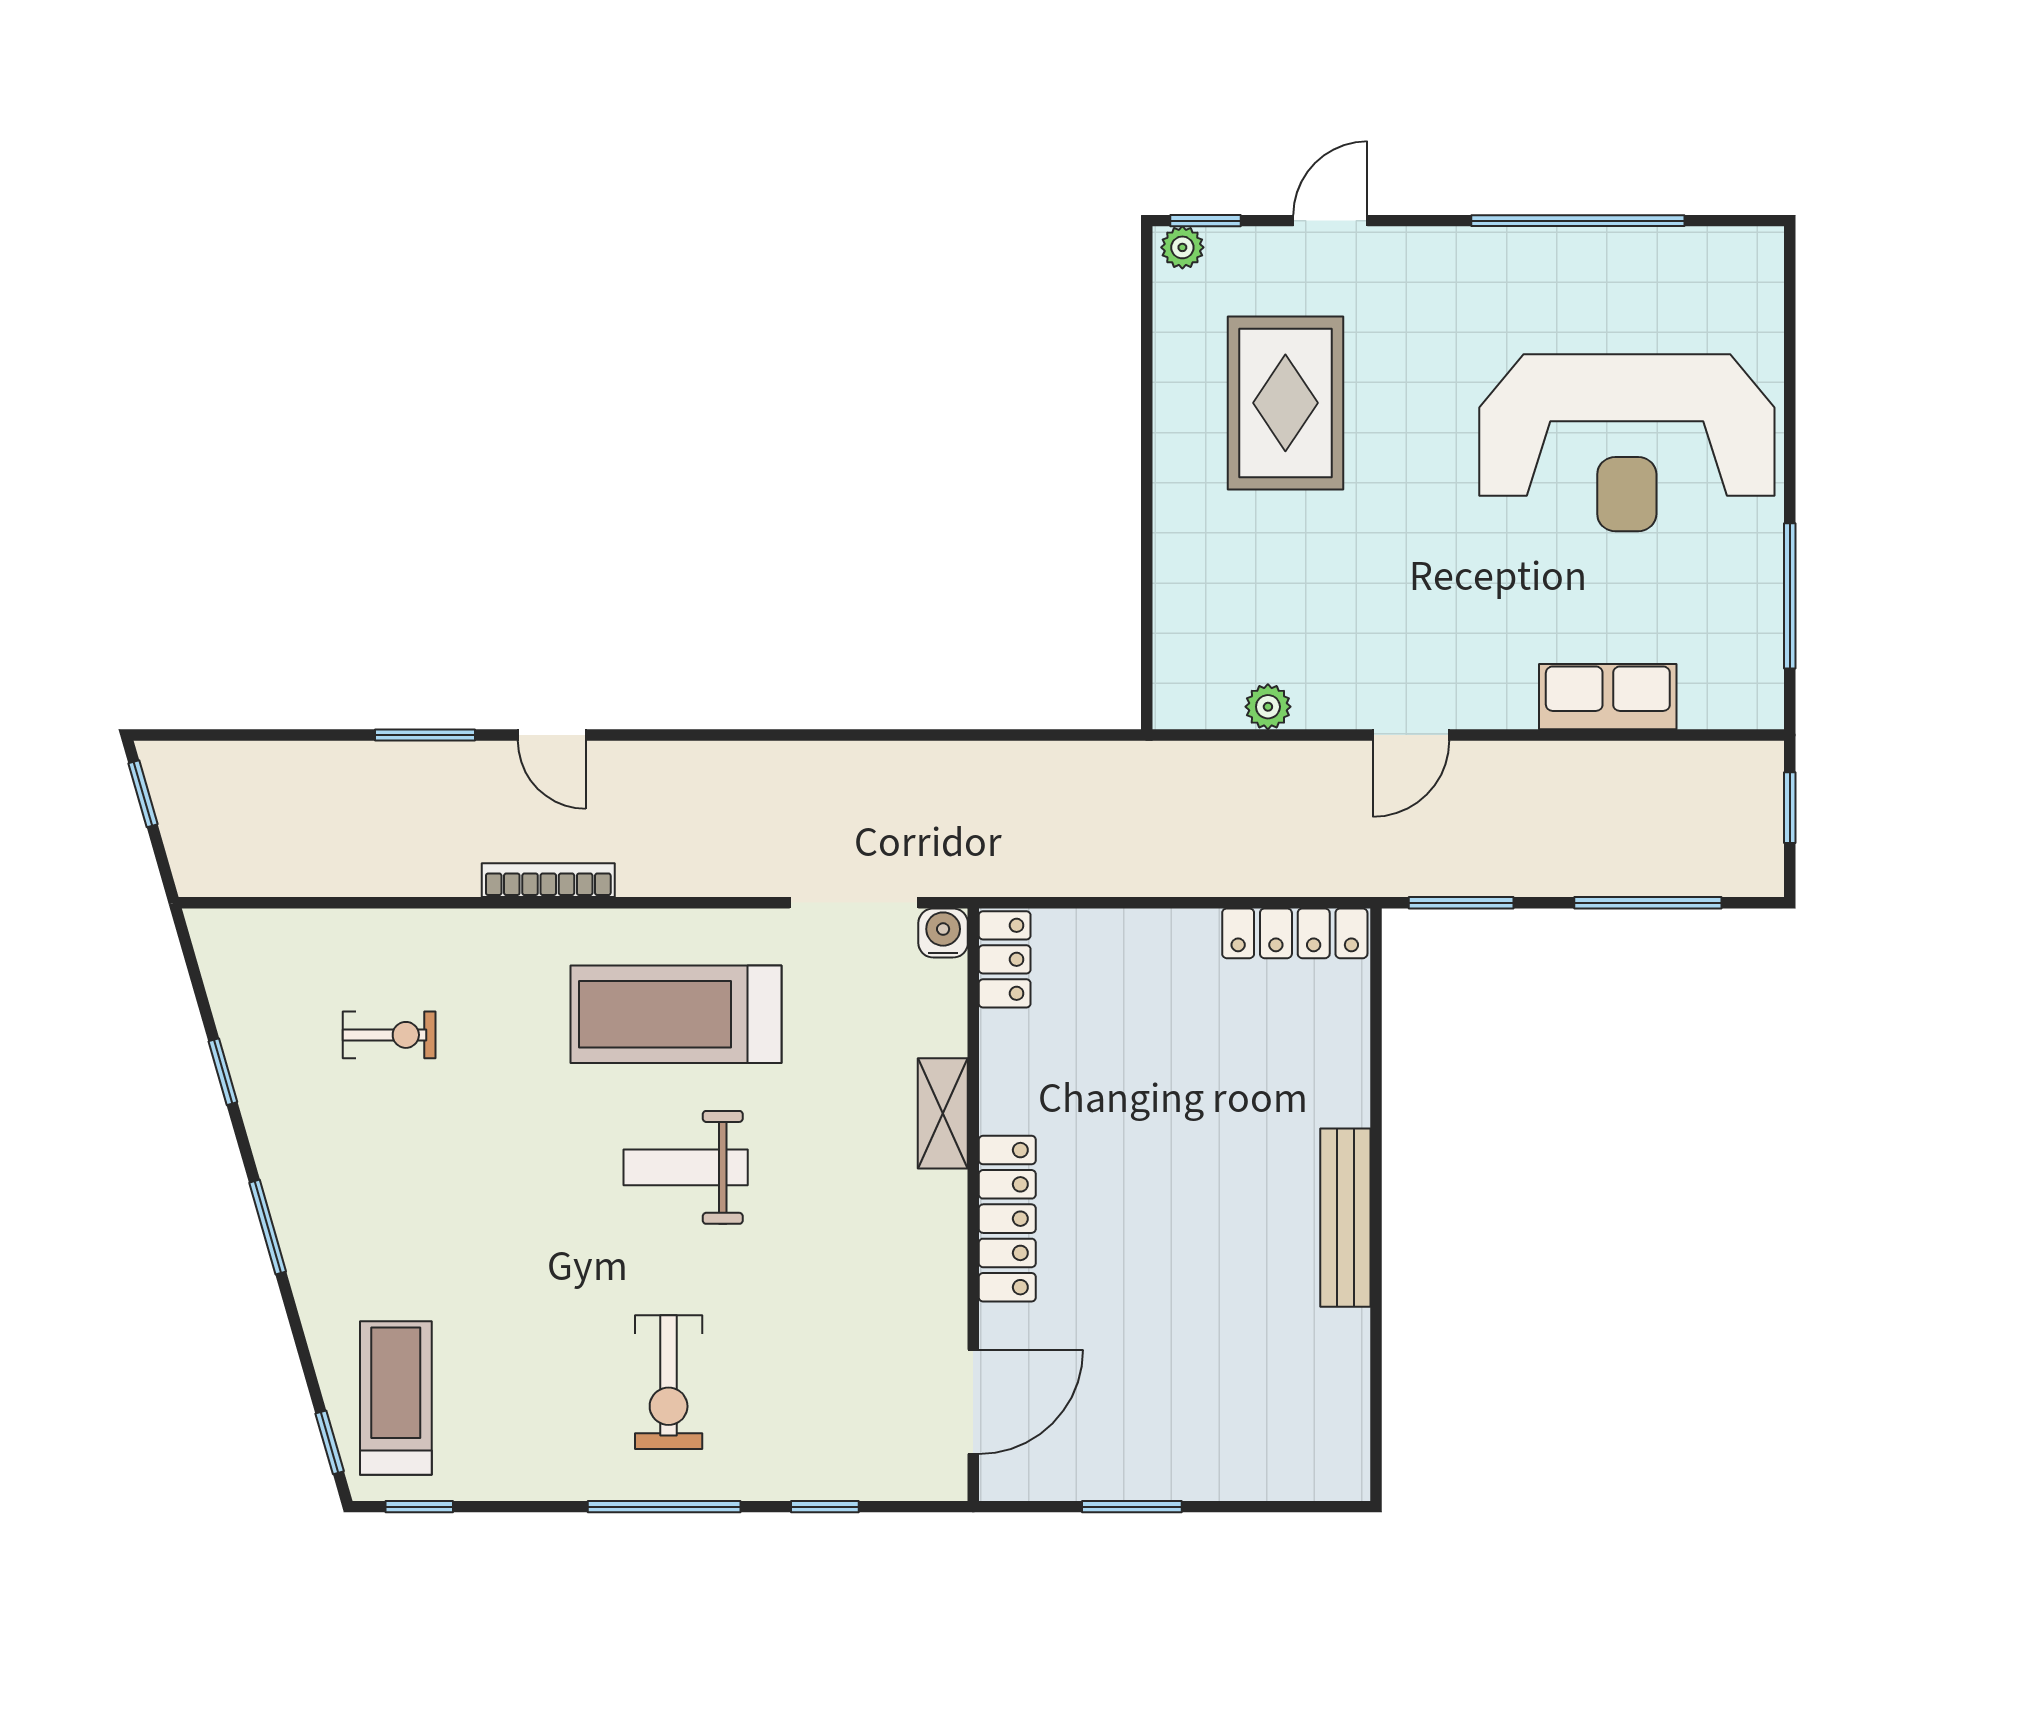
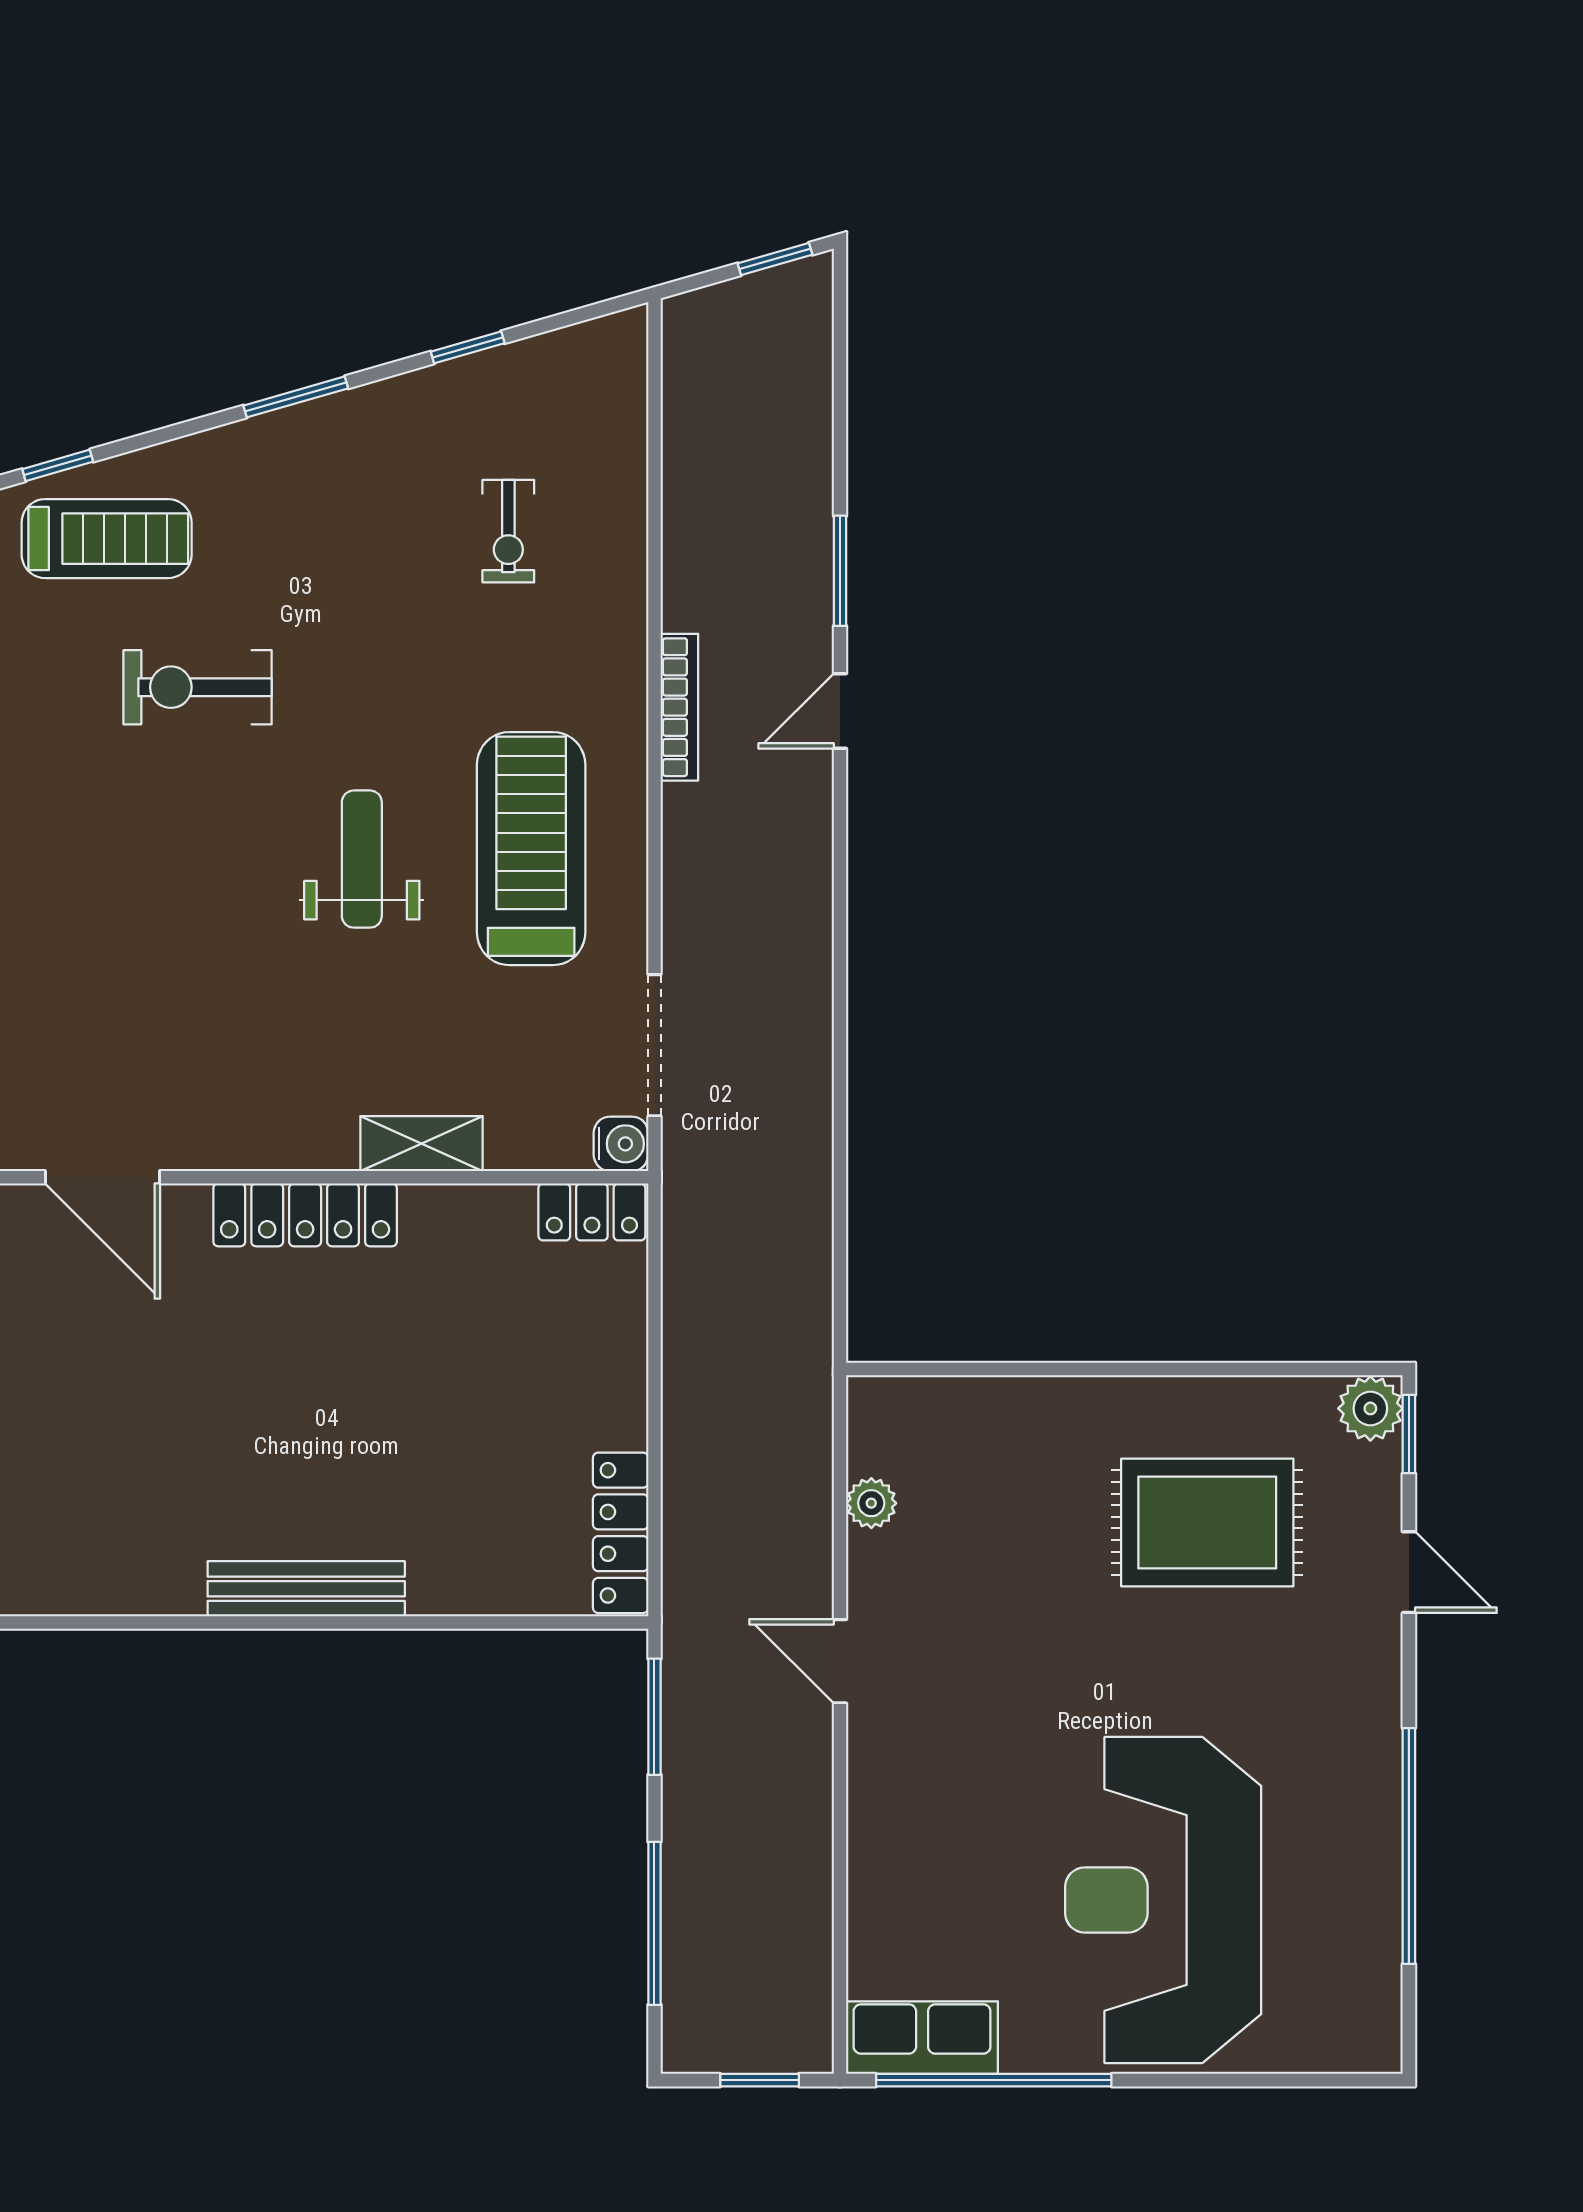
plant: (1182, 247) -> (1370, 1408), width x1.38, depth x1.38
window: (1790, 596) -> (994, 2080), width x1.46
row of seats: (1608, 697) -> (922, 2038), moved, turned -90
exercise bike: (669, 1382) -> (198, 687), moved

